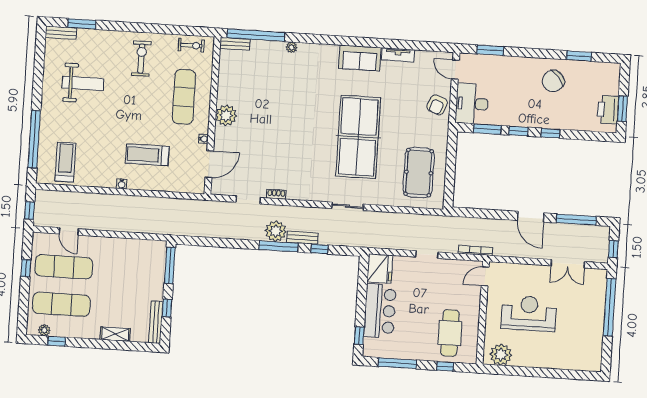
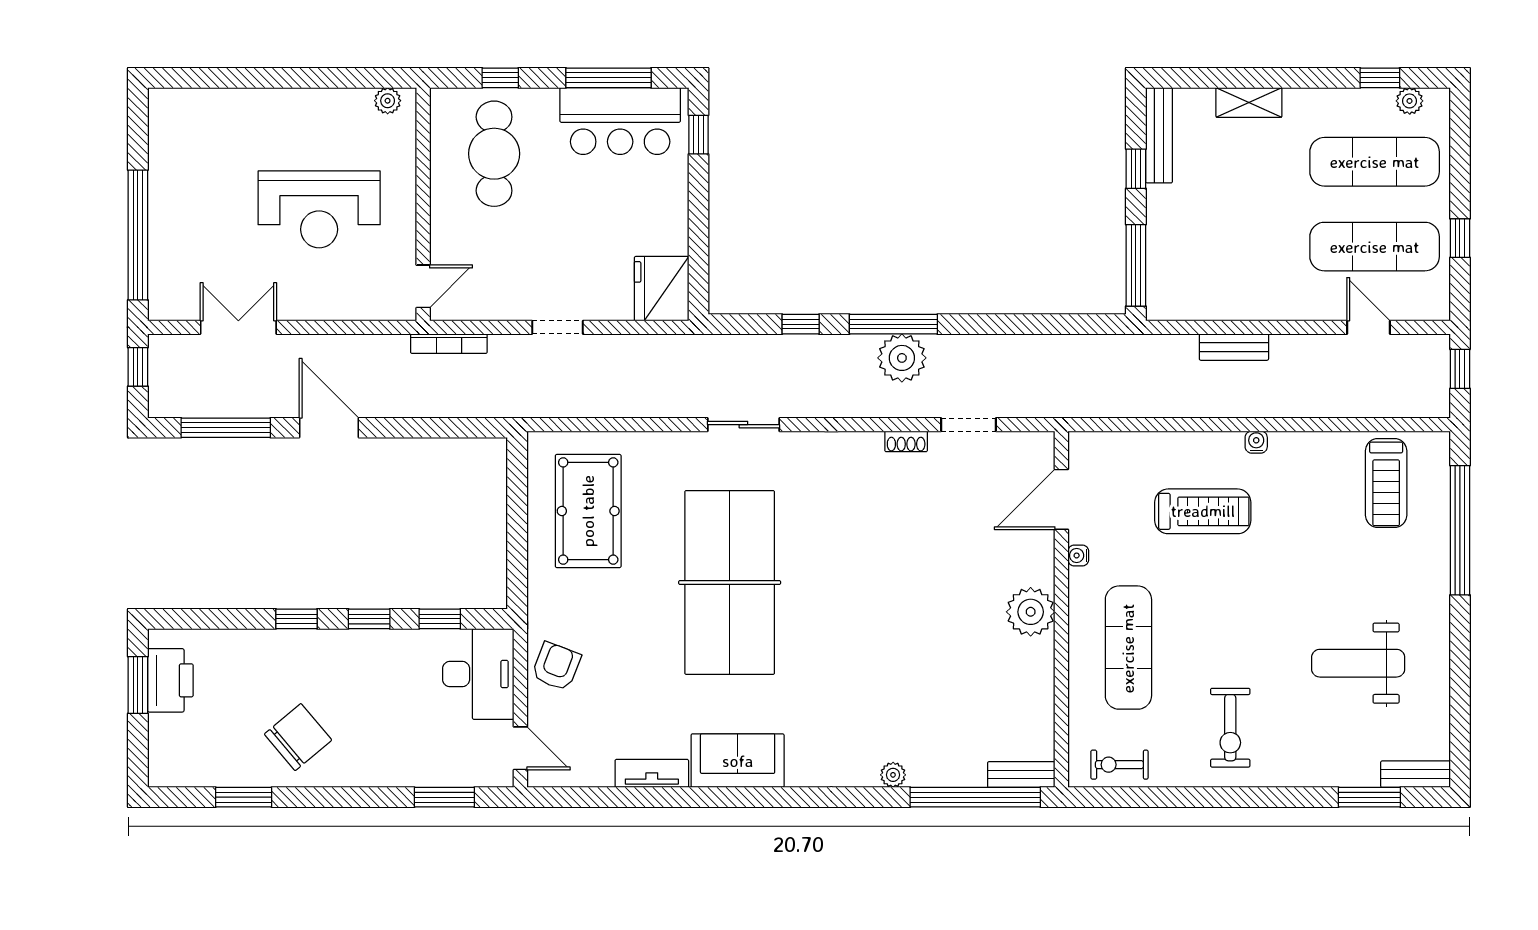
window: (487, 129) -> (440, 619), width x0.67
bench: (303, 238) -> (1234, 347), moved
bar counter: (380, 311) -> (620, 121), moved, turned -90
plant: (501, 355) -> (388, 101), width x0.53, depth x0.53

